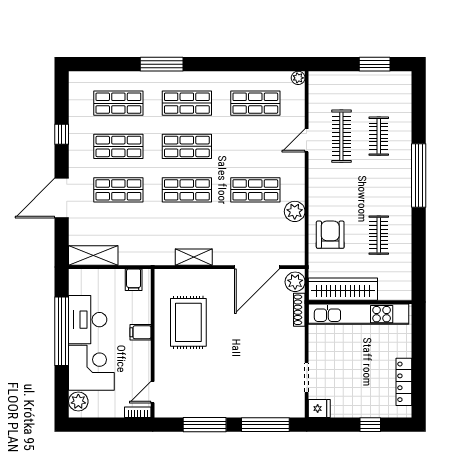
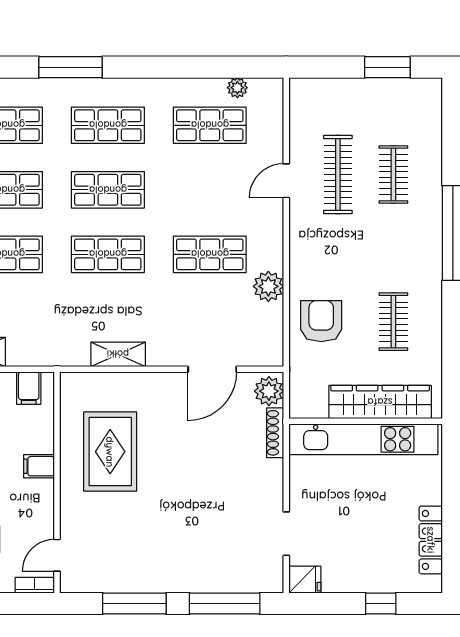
plant: (298, 78) -> (237, 88), moved
door: (257, 267) -> (212, 369), width x0.73
wardrobe: (343, 289) -> (380, 402), moved

